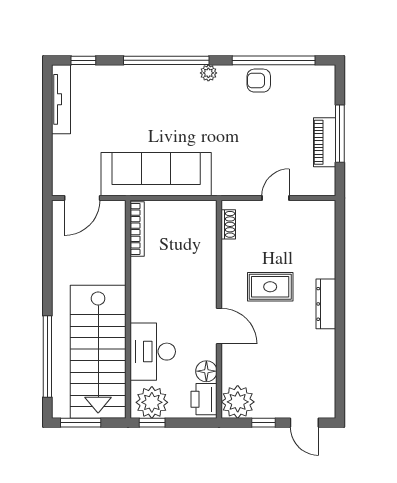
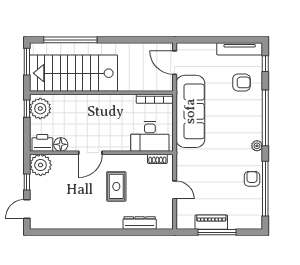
armchair: (112, 96) -> (241, 82), added
dresser: (326, 304) -> (140, 223), moved
desk: (153, 352) -> (150, 136), moved, turned 180

